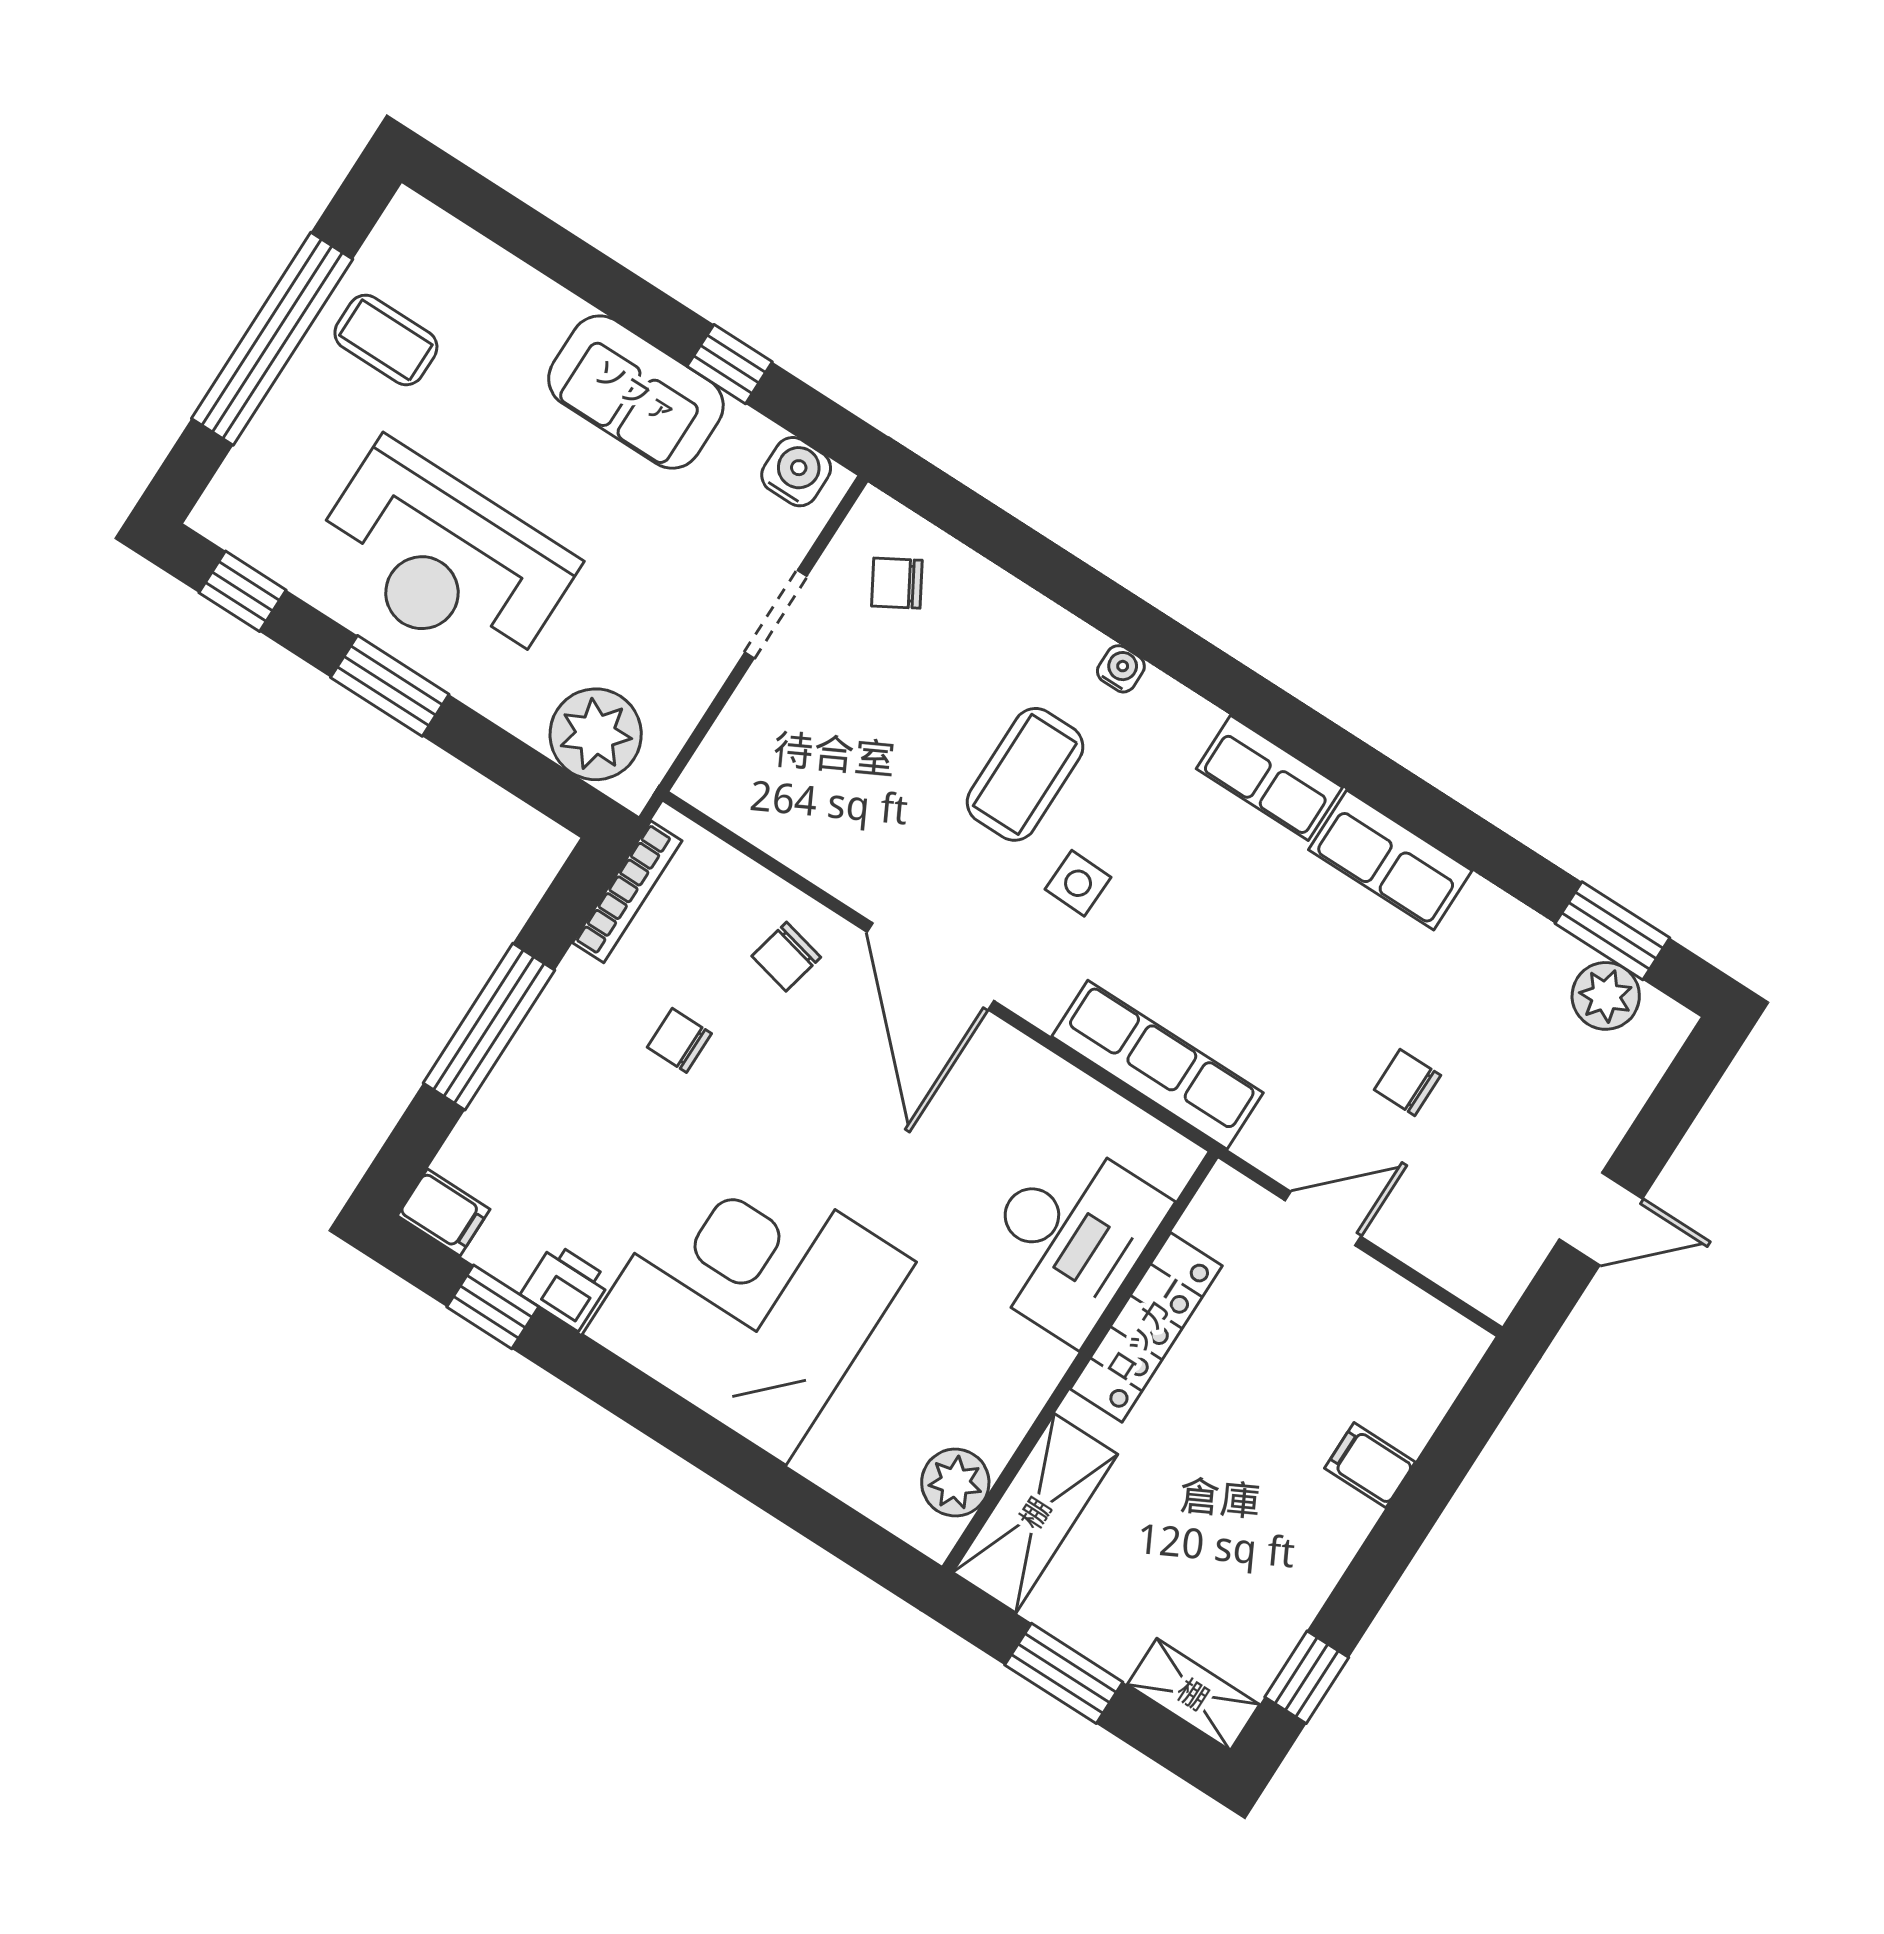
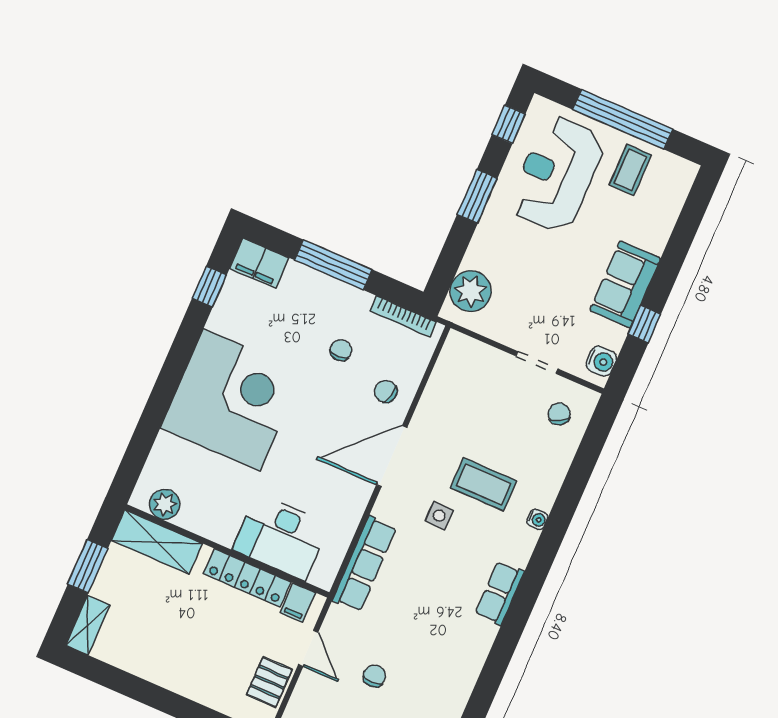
reception desk: (443, 560) -> (557, 174), moved
row of seats: (1390, 860) -> (472, 652), removed
filing cabinet: (444, 1212) -> (259, 263), width x2.00
printer: (566, 1287) -> (223, 318), removed
pallet: (1383, 1316) -> (269, 682), added
filing cabinet: (1370, 1465) -> (298, 603), moved, turned 180
window: (1307, 1677) -> (104, 674), removed

